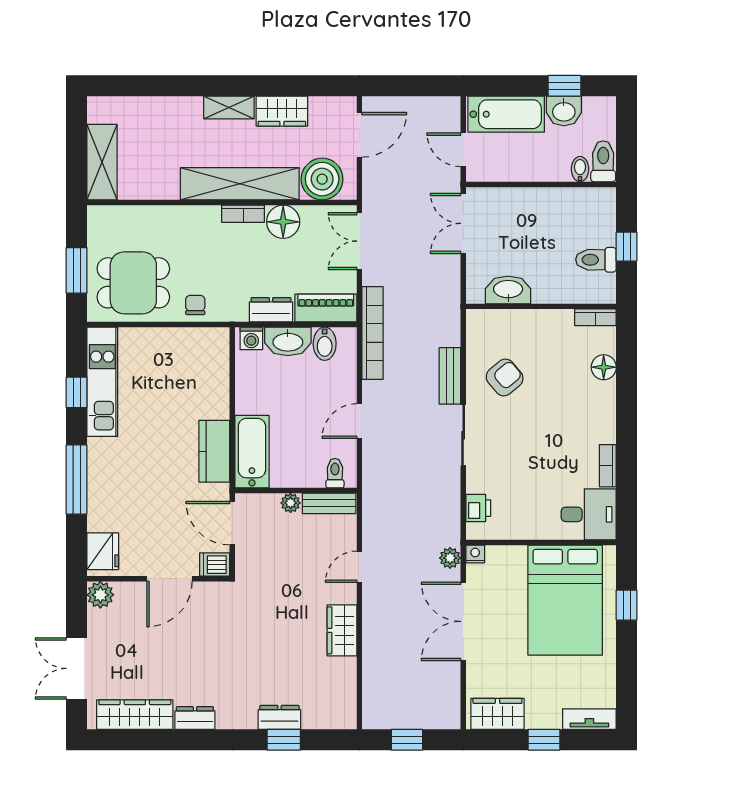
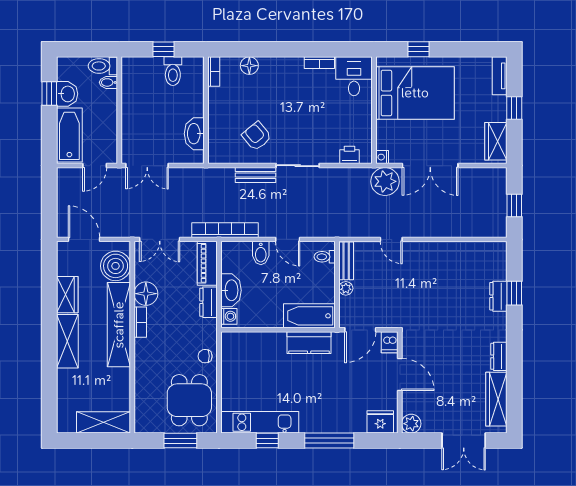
shelving: (229, 108) -> (67, 341), width x1.50, depth x1.33
bidet: (325, 344) -> (261, 253), moved, turned 90
plant: (450, 558) -> (385, 181), width x1.88, depth x1.88
wardrobe: (342, 630) -> (436, 252), removed

